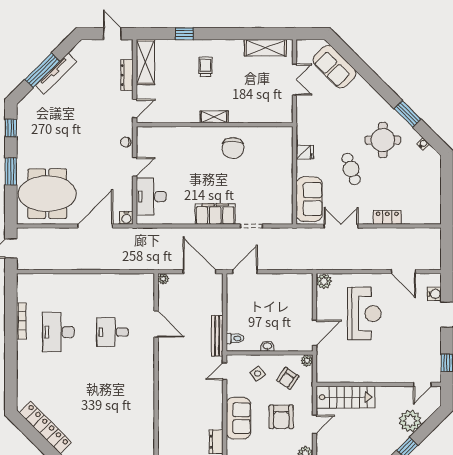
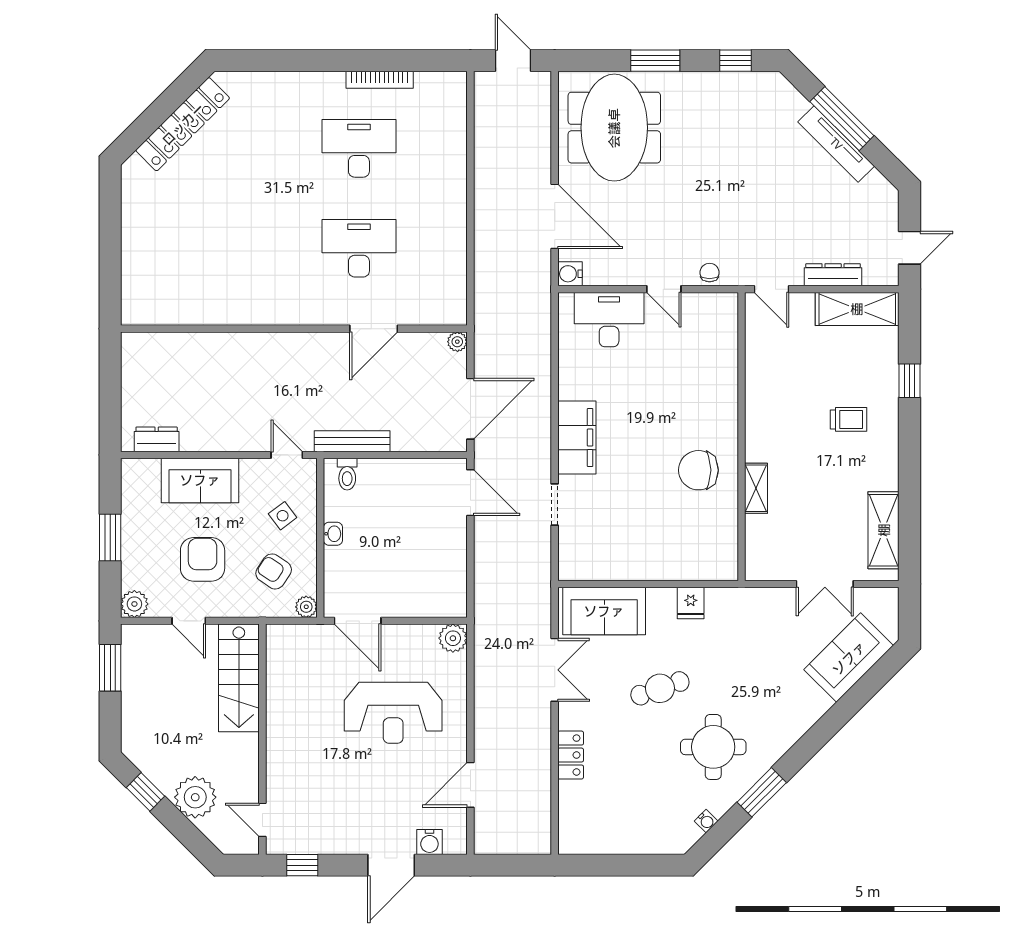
shelving: (214, 117) -> (756, 488), moved
desk: (113, 332) -> (359, 248), width x1.37
armchair: (281, 417) -> (203, 559), turned 90

